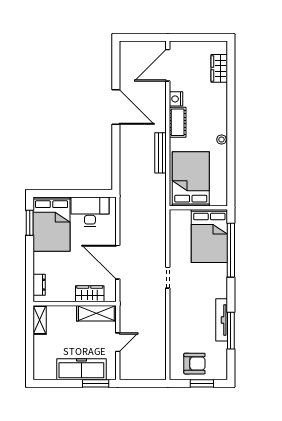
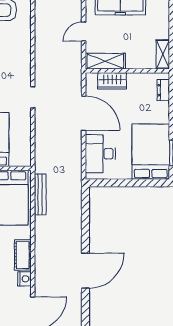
door: (116, 107) -> (85, 271), swing flipped
bench: (160, 153) -> (40, 194), moved
desk: (90, 212) -> (100, 154), moved, turned 90

